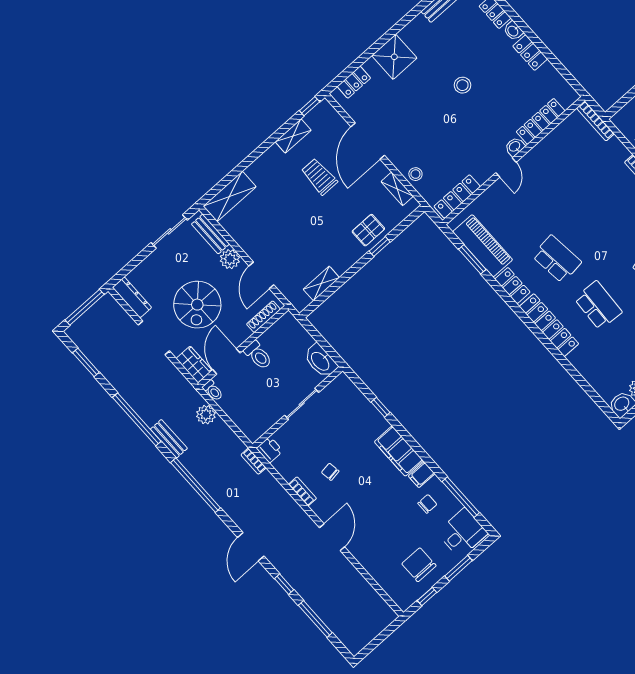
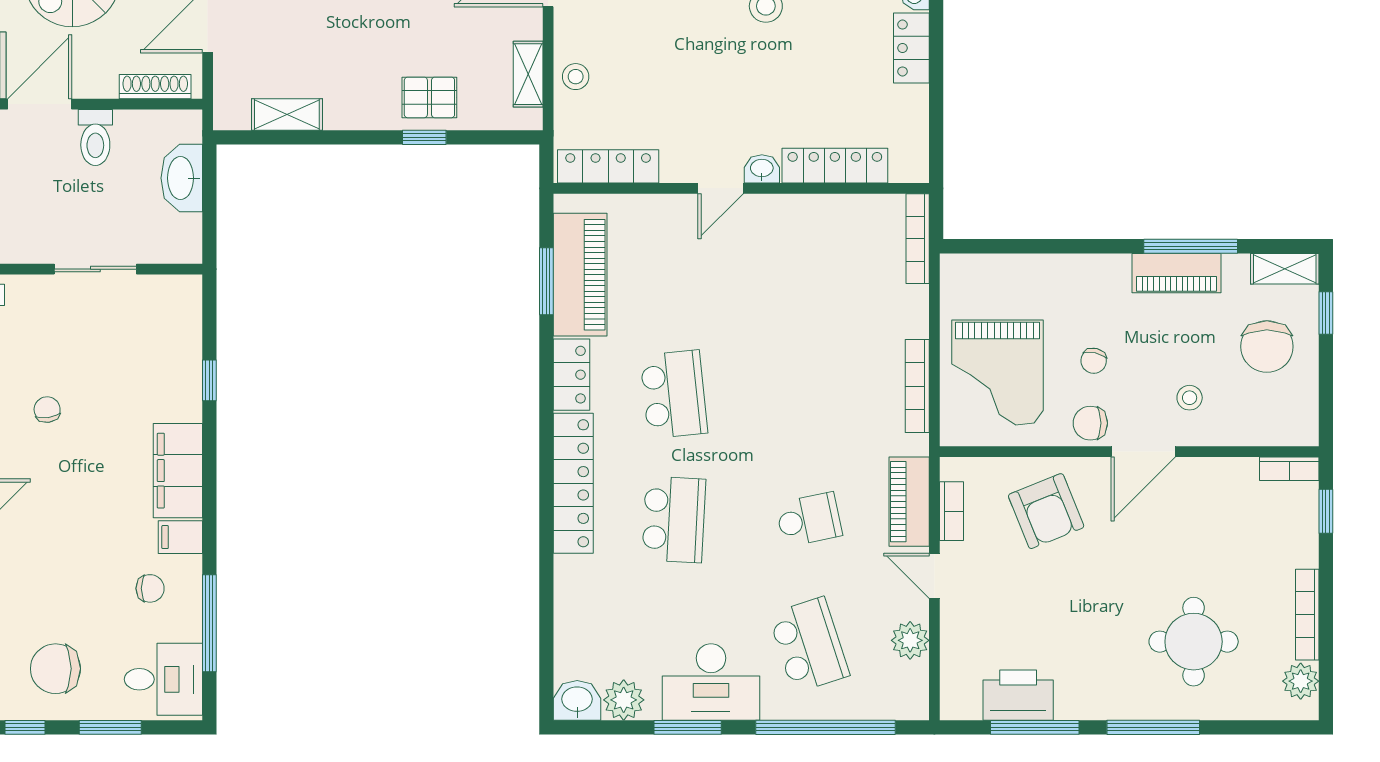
washbasin: (321, 361) -> (182, 178), moved
chair: (419, 565) -> (55, 669), turned -90

